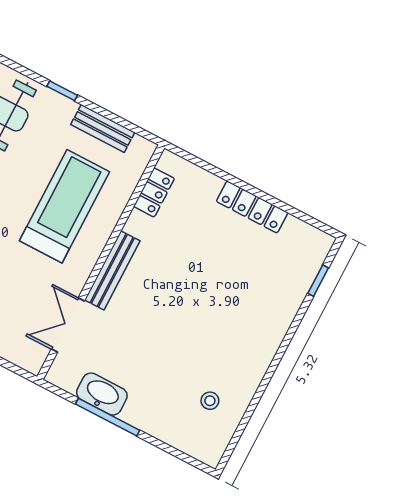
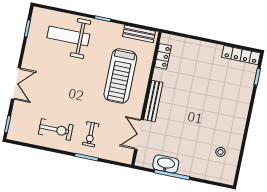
bench: (103, 128) -> (139, 34), moved
treadmill: (64, 206) -> (120, 76), turned 180
locker: (252, 207) -> (241, 55), moved

